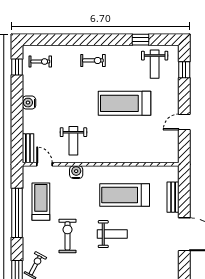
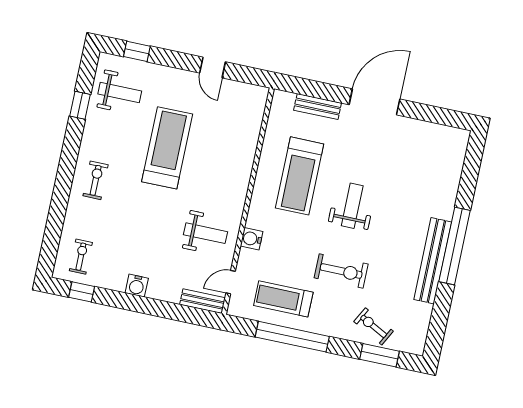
treadmill: (124, 103) -> (167, 148), turned 180
exercise bike: (67, 236) -> (341, 271), turned 180

